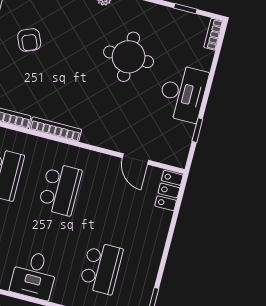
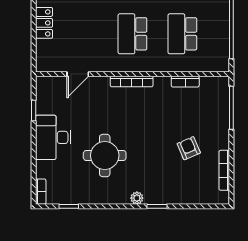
bookcase: (56, 129) -> (132, 82), moved
door: (135, 159) -> (78, 74), swing flipped
locker: (169, 191) -> (44, 23), moved

